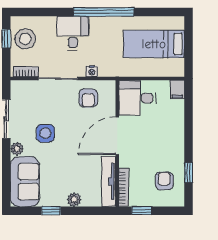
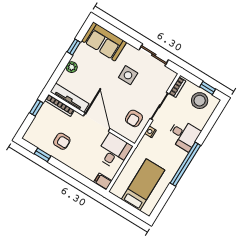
armchair: (88, 98) -> (134, 118), turned -90
plant: (17, 149) -> (129, 50), removed
armchair: (164, 181) -> (62, 141), moved

